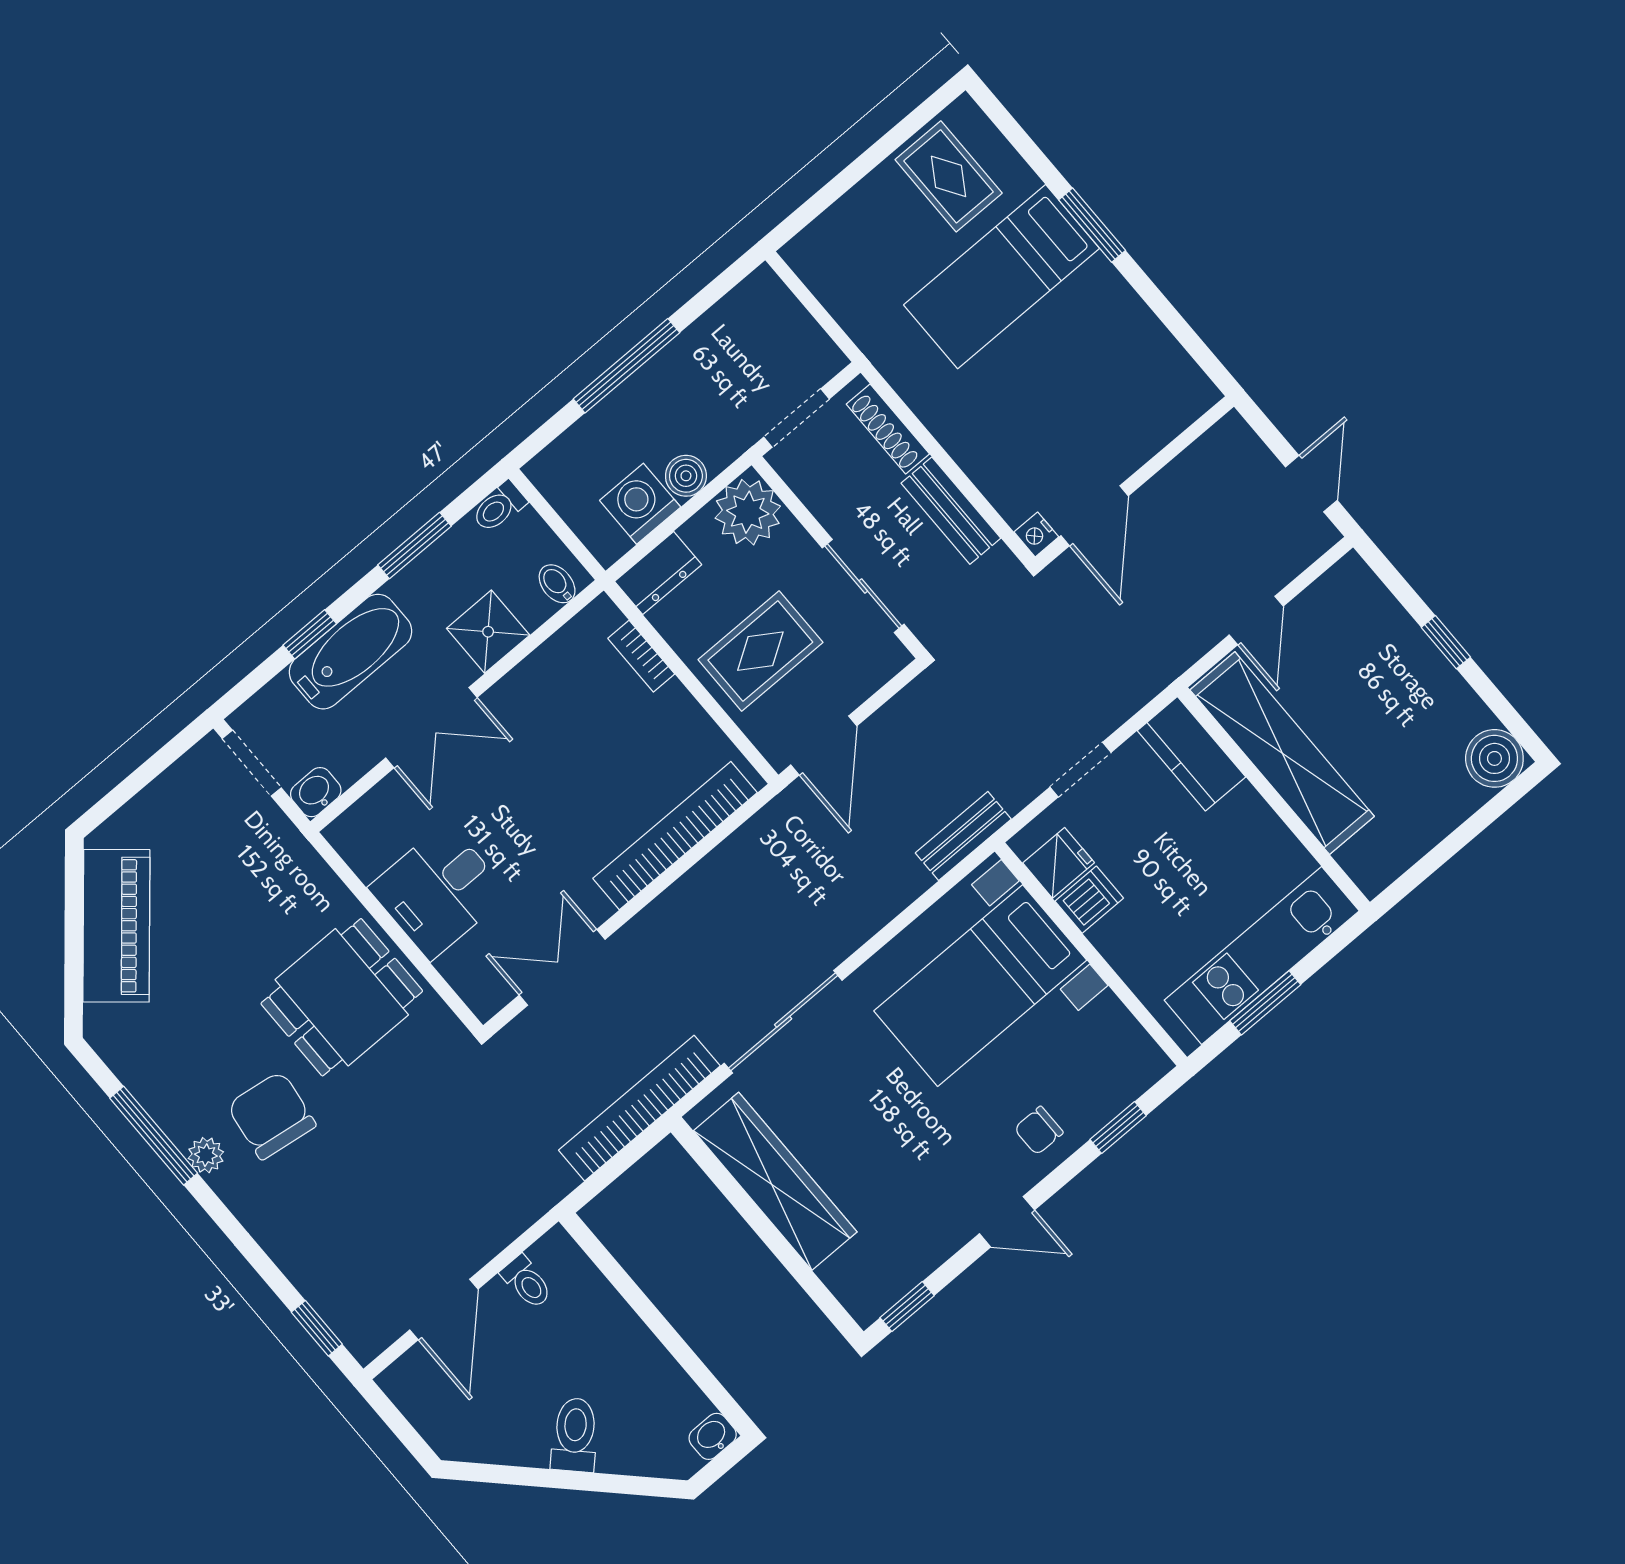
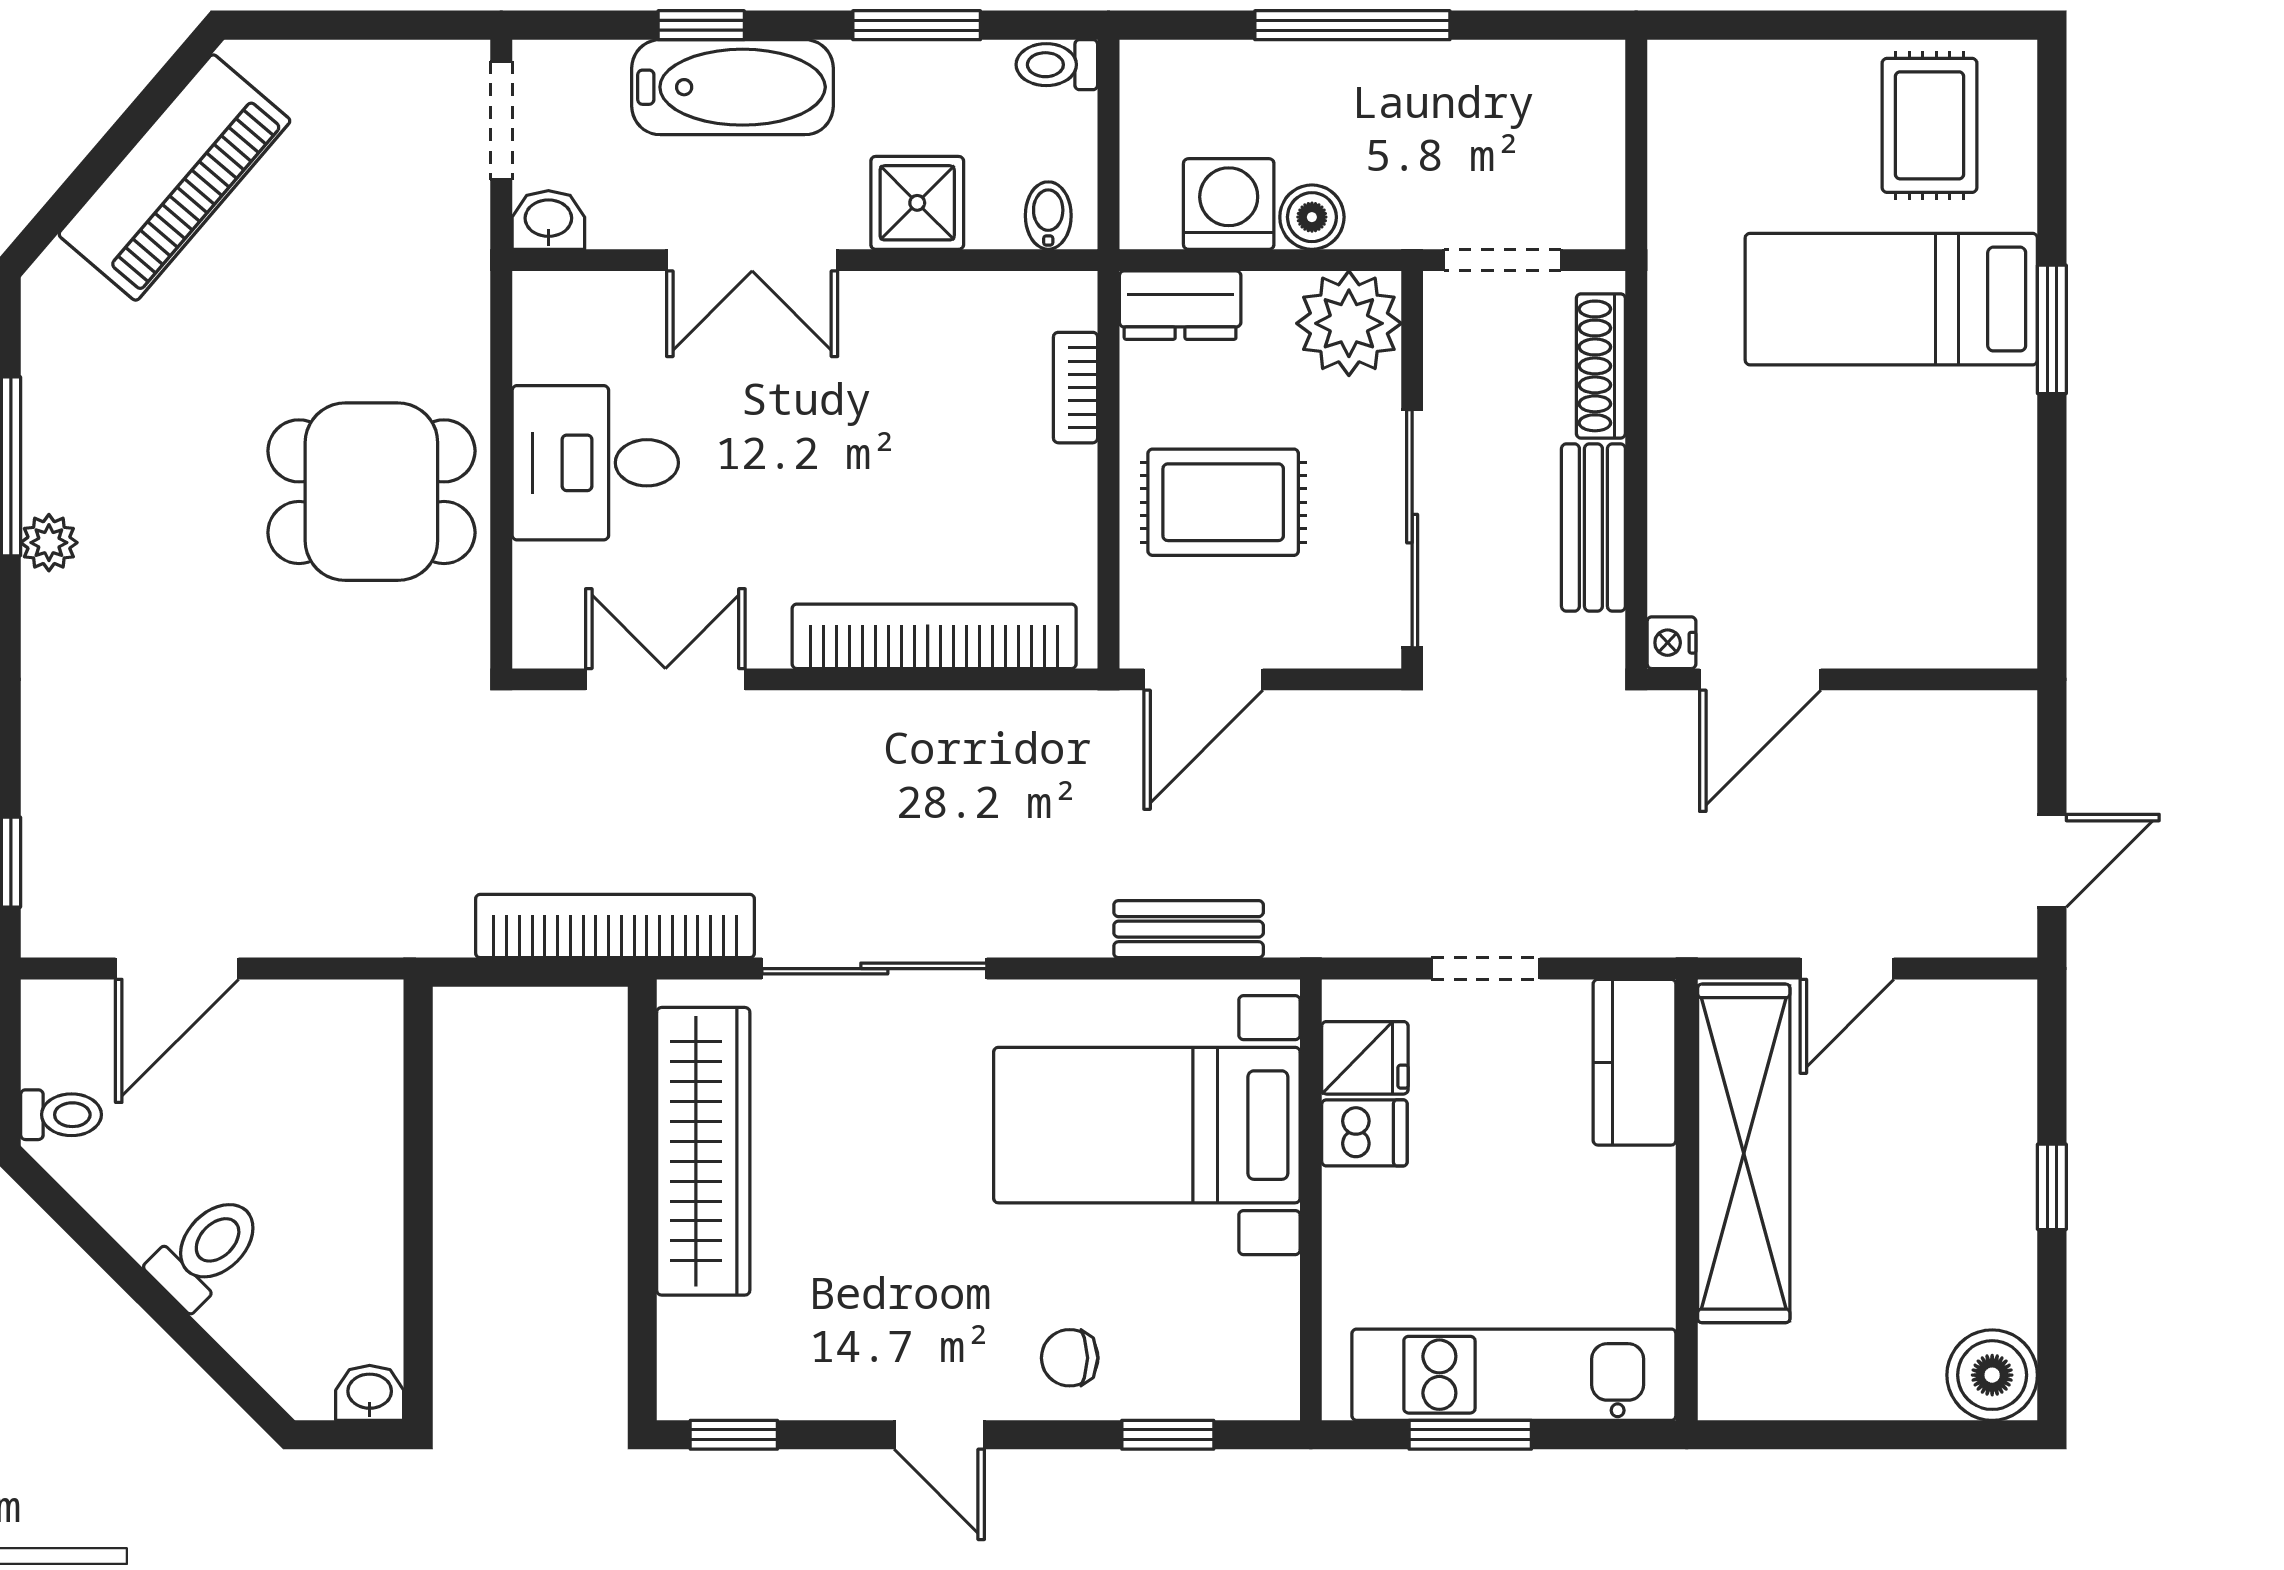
sliding door: (863, 586) -> (1412, 529), width x1.37
bench: (963, 836) -> (1189, 929), moved
chair: (272, 1115) -> (168, 562), removed
toilet: (527, 1282) -> (61, 1115), moved, turned -90

